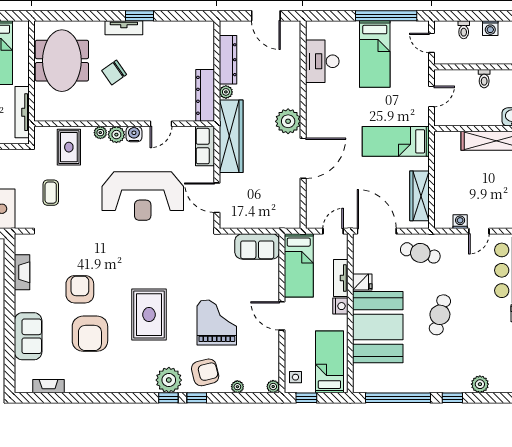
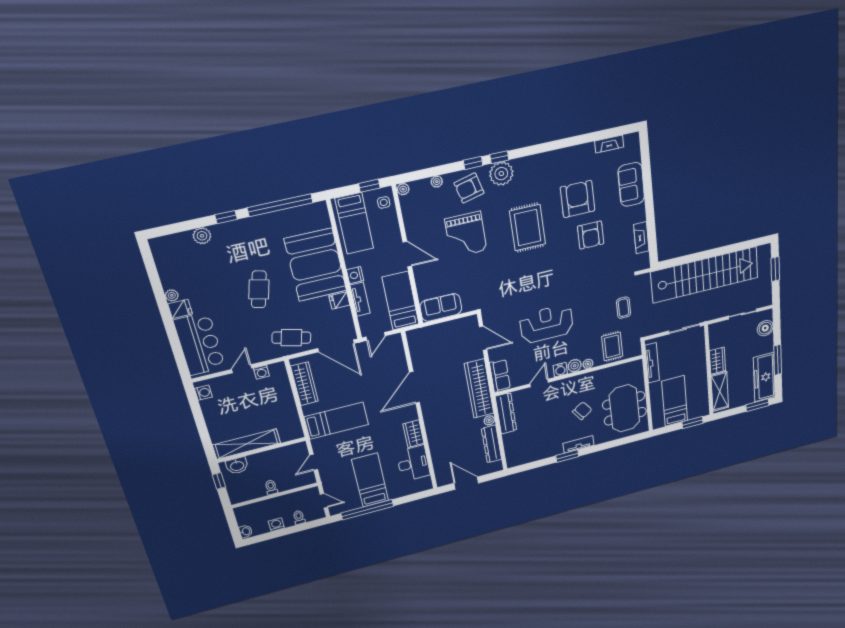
wardrobe: (315, 100) -> (413, 434), added
plant: (288, 121) -> (433, 412), removed
reception desk: (143, 196) -> (547, 324), width x0.74, depth x0.77

